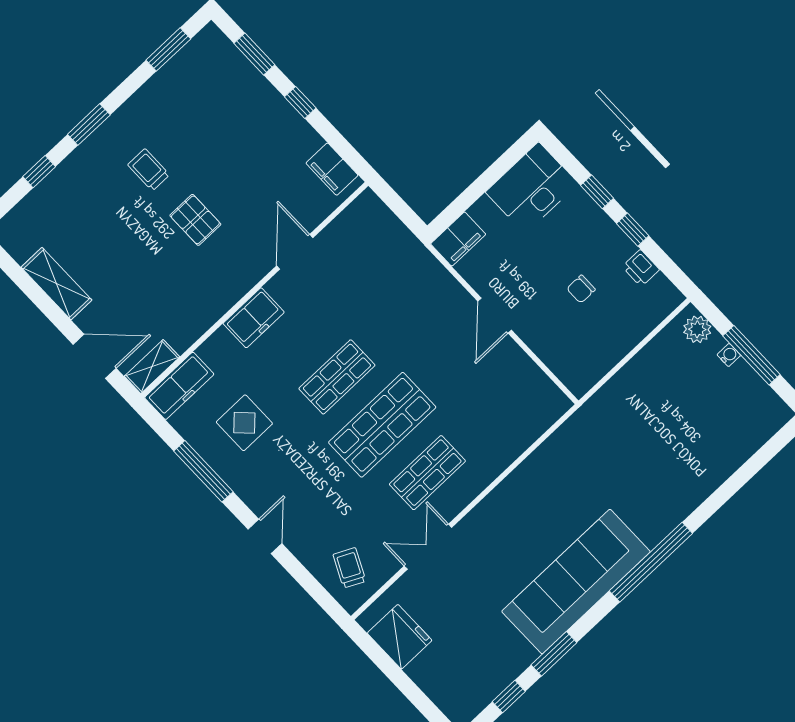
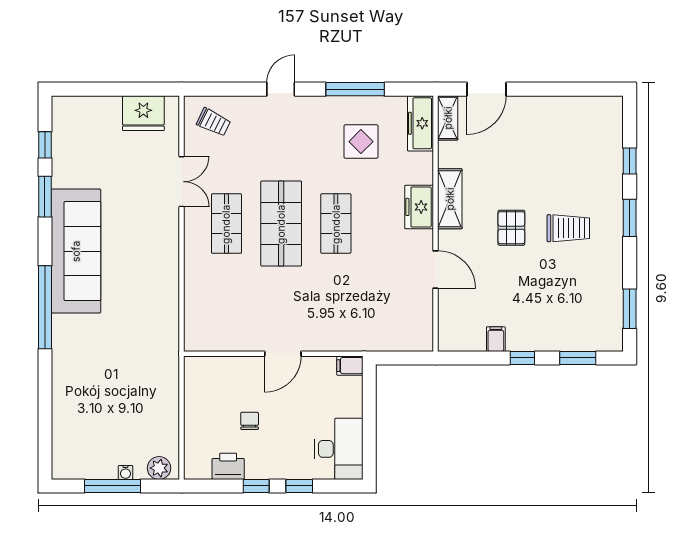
filing cabinet: (332, 169) -> (496, 339), moved, width x0.50
trolley: (149, 170) -> (568, 228), width x1.36, depth x1.39
pallet: (195, 220) -> (511, 228), turned 90
filing cabinet: (458, 239) -> (350, 366), width x0.50
printer: (641, 268) -> (228, 466), width x1.36, depth x1.24
shelving: (57, 284) -> (450, 199), moved, turned 90
door: (495, 316) -> (283, 354), swing flipped
door: (265, 536) -> (281, 89), swing flipped

